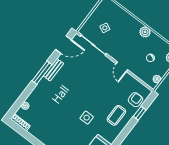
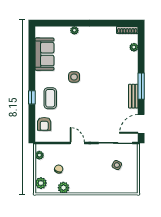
plant: (145, 32) -> (63, 188), moved
window: (140, 113) -> (32, 97), moved

